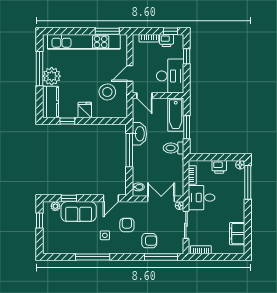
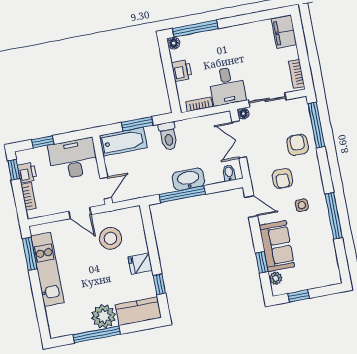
kitchen unit: (84, 42) -> (47, 269), width x0.73
washbasin: (139, 134) -> (188, 179), moved
armchair: (127, 225) -> (282, 178), turned -90
filing cabinet: (237, 234) -> (284, 32), moved, turned 90

